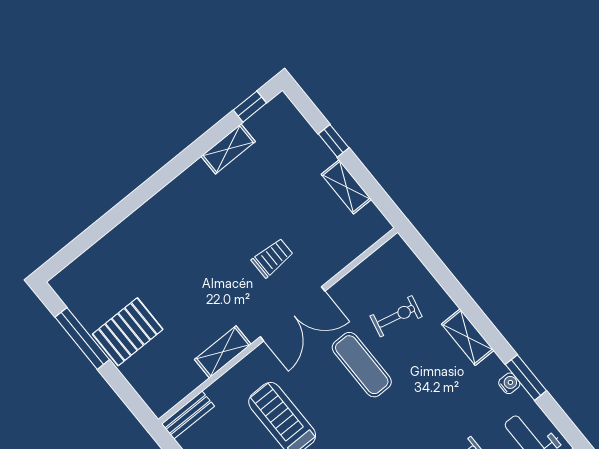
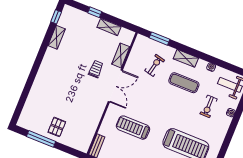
pallet: (128, 332) -> (57, 127), width x0.67, depth x0.71
shelving: (223, 352) -> (121, 55), moved
exercise mat: (362, 365) -> (184, 83), moved
window: (526, 378) -> (160, 39), moved

